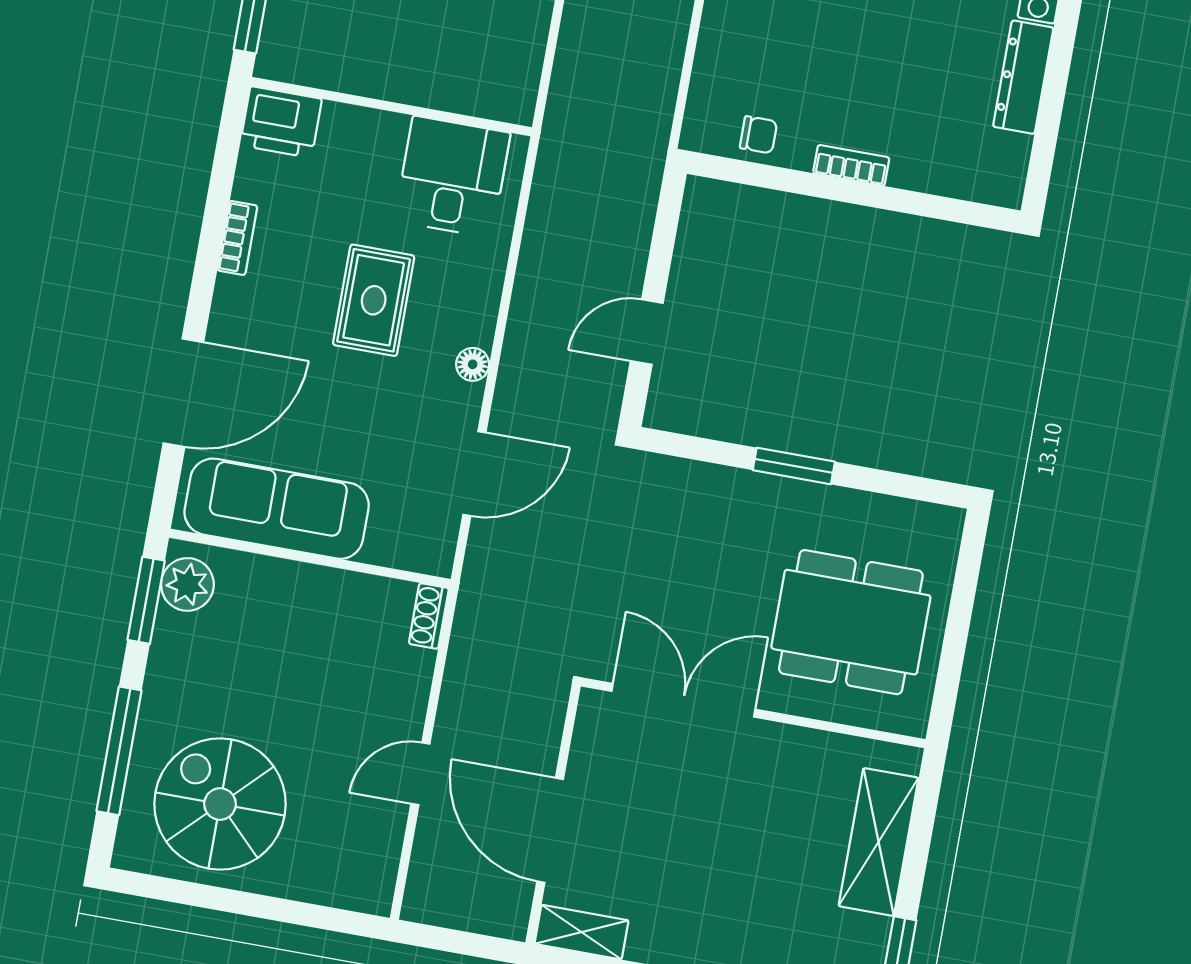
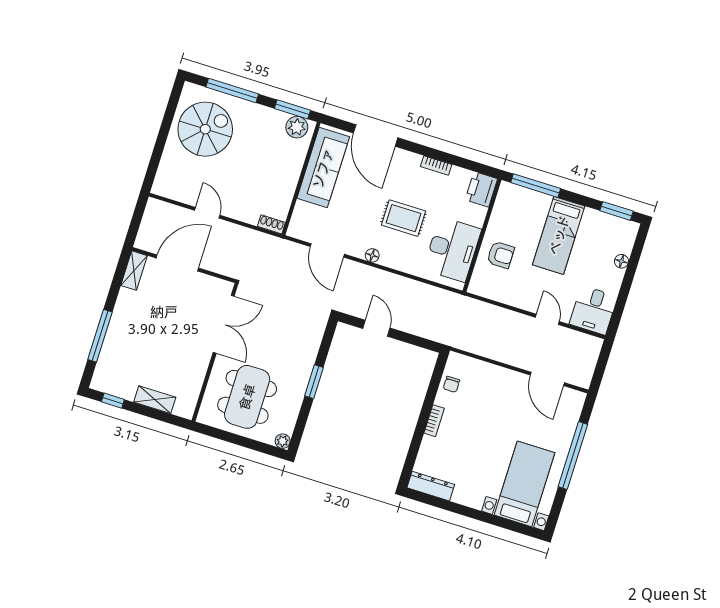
armchair: (433, 56) -> (501, 255), added
dresser: (1023, 77) -> (431, 486), moved
desk: (452, 177) -> (452, 249), width x1.37
plant: (946, 523) -> (283, 441), added
shelving: (879, 842) -> (155, 400), width x0.67, depth x0.75

